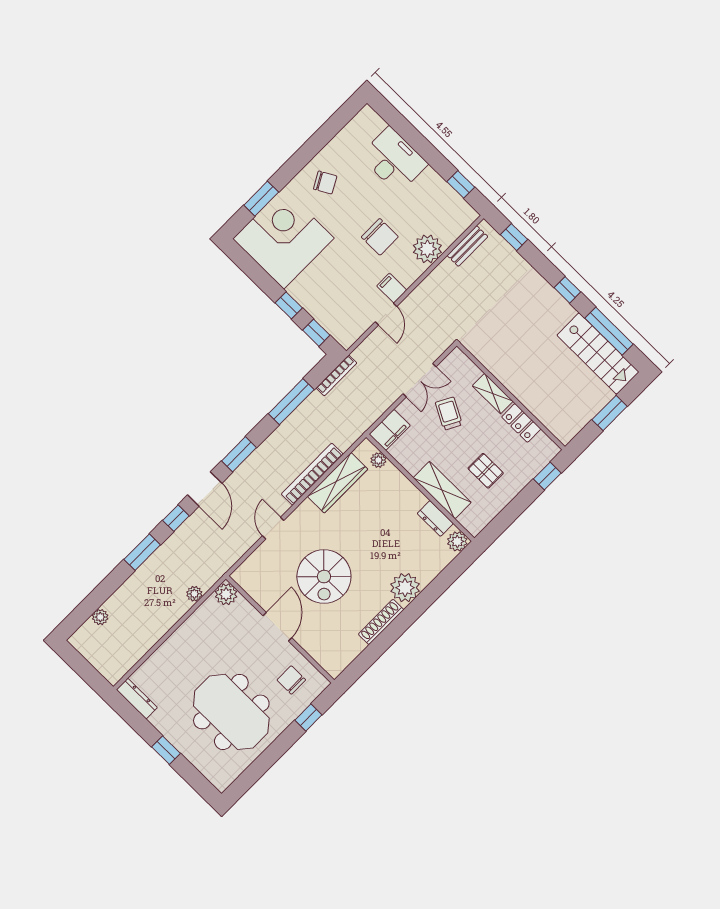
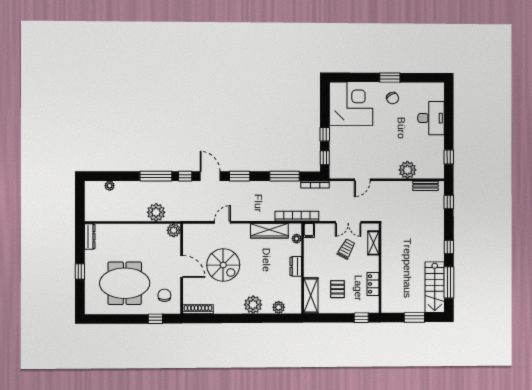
window: (261, 199) -> (390, 78), moved
chair: (380, 237) -> (393, 144), removed
filing cabinet: (392, 288) -> (376, 171), removed
shelving: (493, 394) -> (373, 243), moved
filing cabinet: (390, 430) -> (309, 231), width x0.50
bookcase: (312, 474) -> (297, 216), moved
door: (205, 489) -> (210, 176), swing flipped
shelving: (442, 490) -> (311, 295), moved
dresser: (435, 518) -> (296, 266), moved
plant: (457, 541) -> (279, 307), moved
window: (142, 552) -> (156, 176), width x1.44
spiral stairs: (324, 577) -> (223, 265), turned -90
plant: (194, 594) -> (156, 212), width x1.87, depth x1.87
shoe rack: (381, 622) -> (198, 309), moved
door: (277, 627) -> (182, 266), hinge flipped
meeting table: (231, 712) -> (125, 283), turned 90

